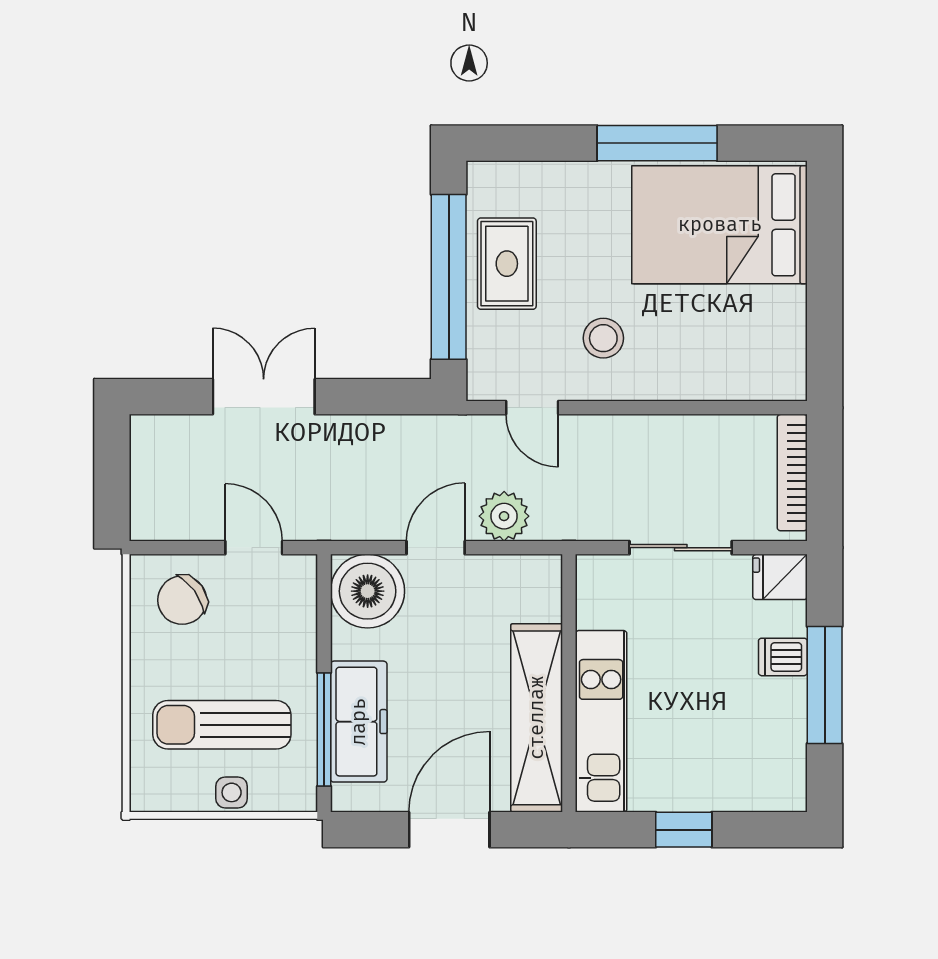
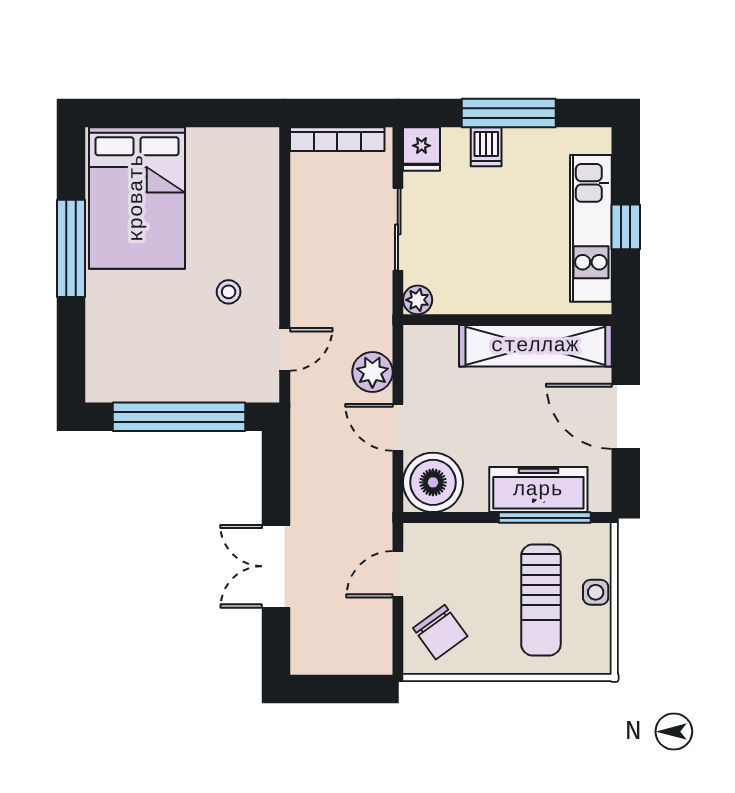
rug: (507, 264) -> (168, 370), removed
stool: (603, 338) -> (229, 292), width x0.73, depth x0.73
plant: (593, 572) -> (418, 300), added
kitchen unit: (601, 721) -> (591, 228), moved, turned -90

